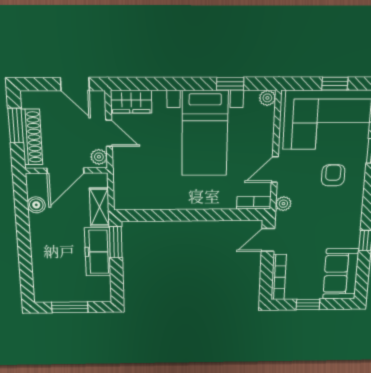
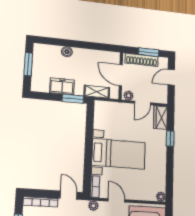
door: (75, 84) -> (171, 77), moved
window: (230, 84) -> (170, 139), moved
bed with nightstands: (205, 133) -> (119, 154), moved, turned 180
boiler: (36, 205) -> (67, 52), moved
freezer: (98, 252) -> (62, 86), width x0.71

